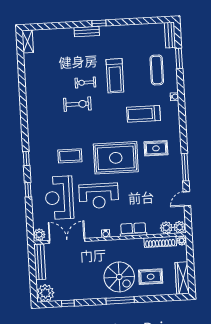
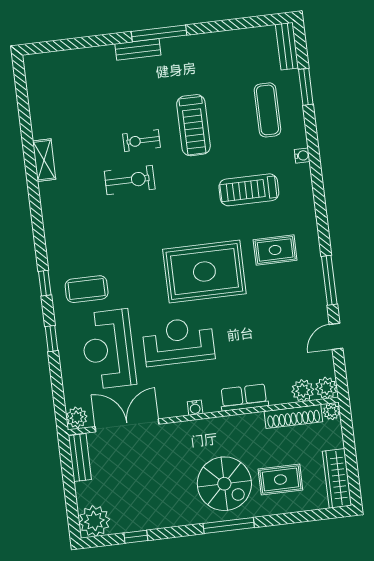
window: (99, 23) -> (159, 33), width x2.17
shelving: (28, 42) -> (44, 160), moved
coffee table: (70, 156) -> (87, 289), moved
reception desk: (99, 196) -> (178, 341), turned 180
bench: (40, 262) -> (80, 458), width x0.73

